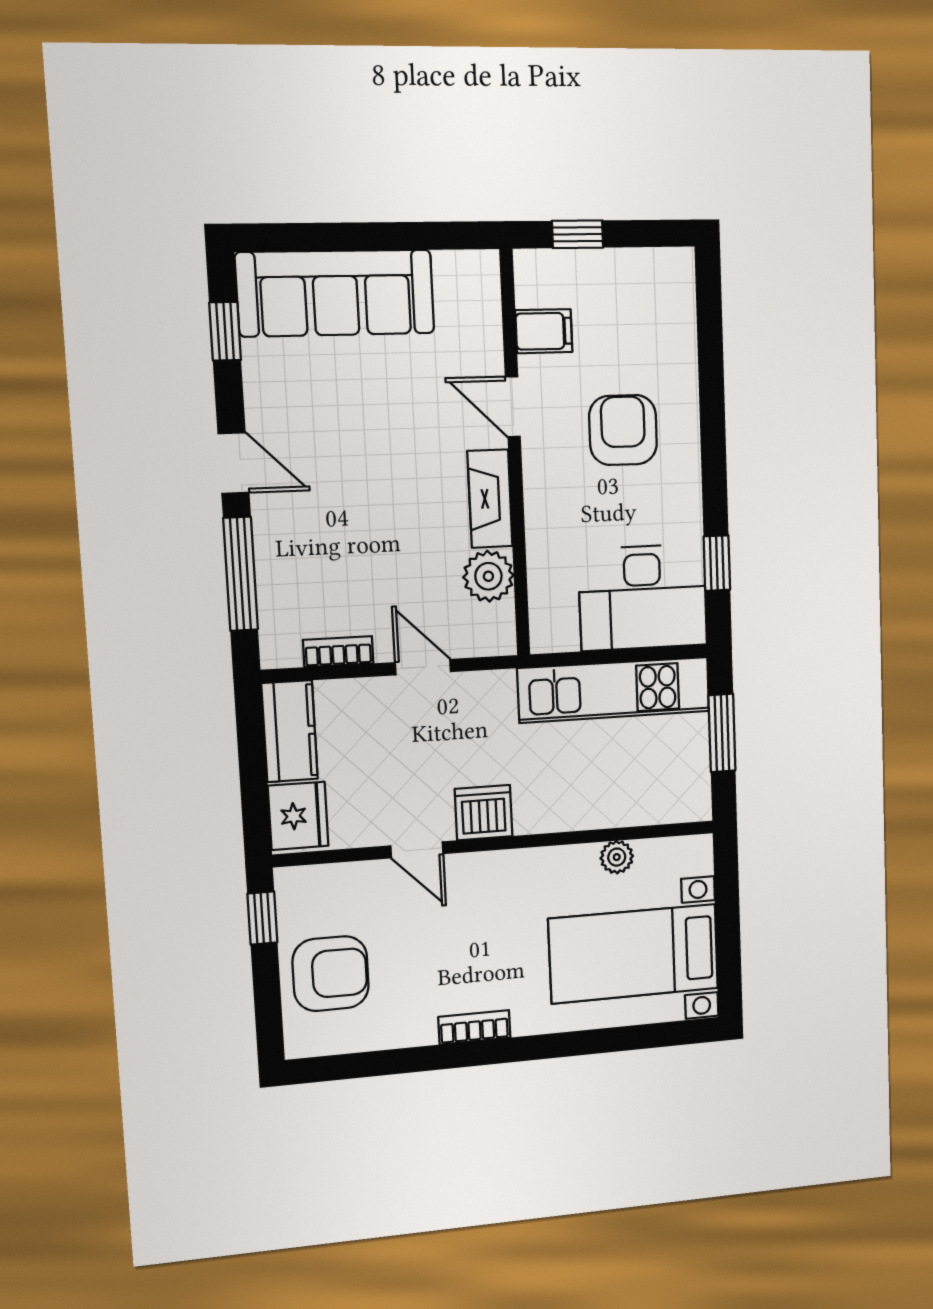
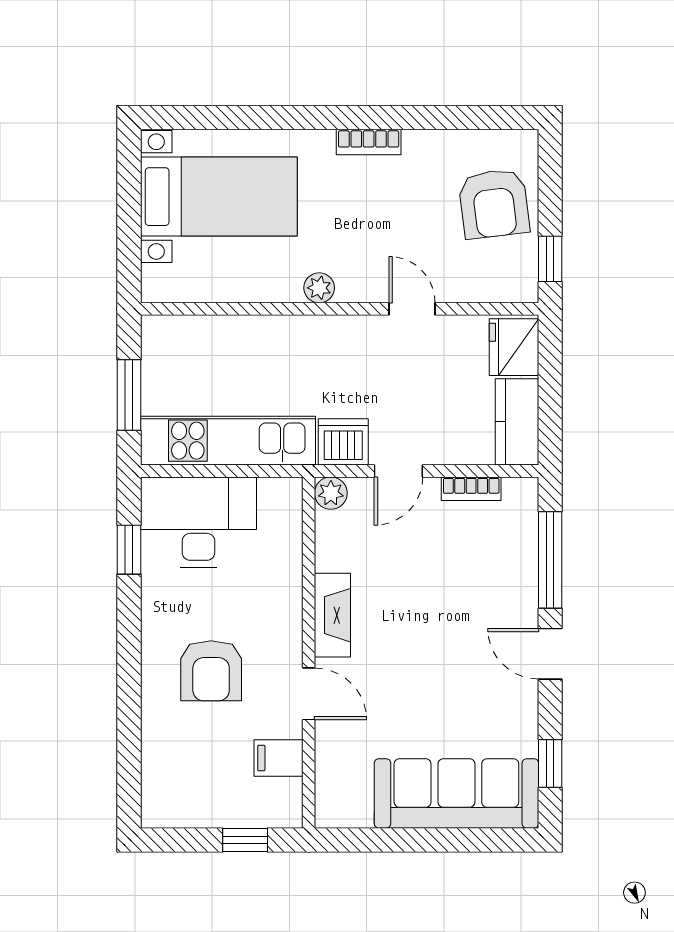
plant: (488, 576) -> (331, 493), moved, width x0.73, depth x0.73
door: (423, 667) -> (398, 471), hinge flipped
dishwasher: (484, 813) -> (343, 442), moved, turned 180
plant: (617, 857) -> (319, 288), moved
armchair: (331, 974) -> (494, 204), turned -97

